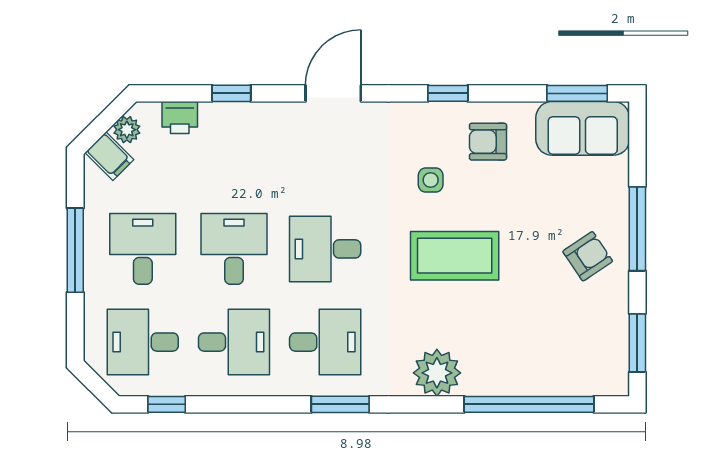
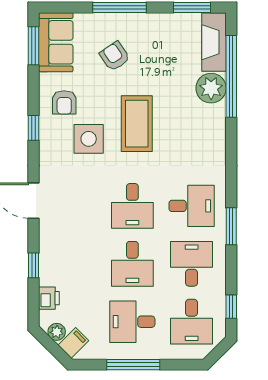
side table: (431, 180) -> (89, 139), width x1.87, depth x1.87
desk: (234, 249) -> (132, 264), turned -90
armchair: (588, 256) -> (115, 56), moved
desk: (325, 342) -> (192, 206), turned 90
plant: (437, 373) -> (211, 88), moved
fireplace: (583, 377) -> (214, 42), added
window: (340, 404) -> (231, 226), moved

